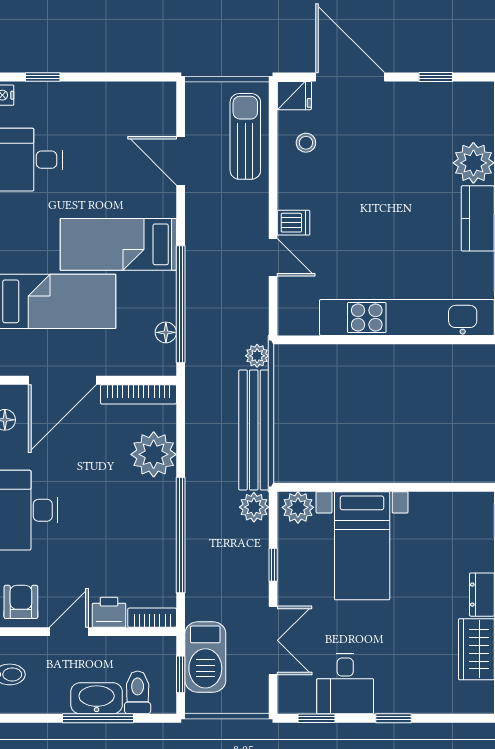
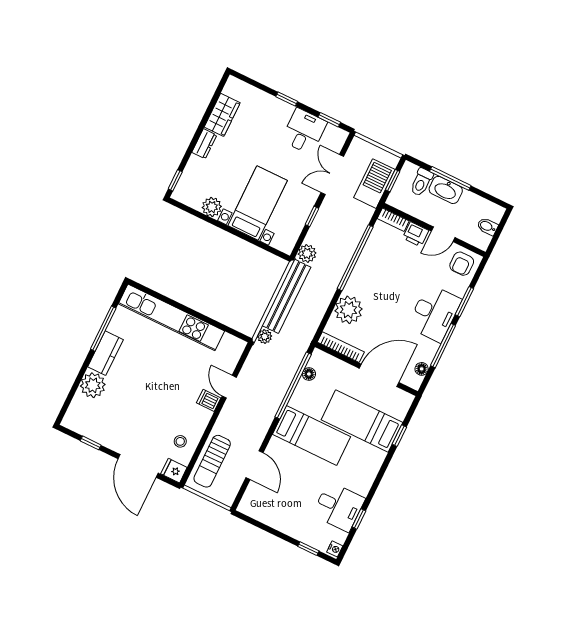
plant: (298, 507) -> (212, 207), moved

